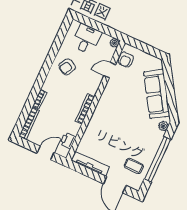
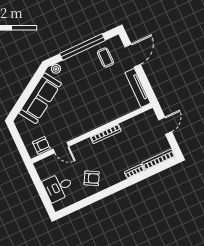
plant: (115, 43) -> (39, 166), removed
printer: (68, 141) -> (140, 121), removed
door: (46, 153) -> (165, 126), swing flipped

